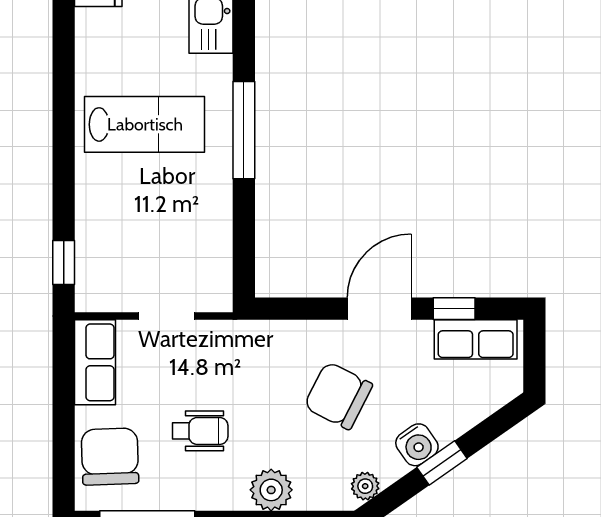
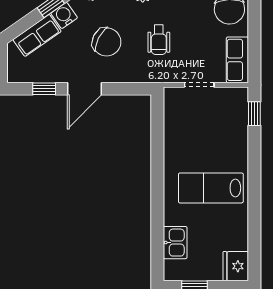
window: (244, 130) -> (157, 185), removed
row of seats: (476, 339) -> (37, 35), moved, turned 145
wheelchair: (200, 431) -> (159, 40), moved, turned -90

